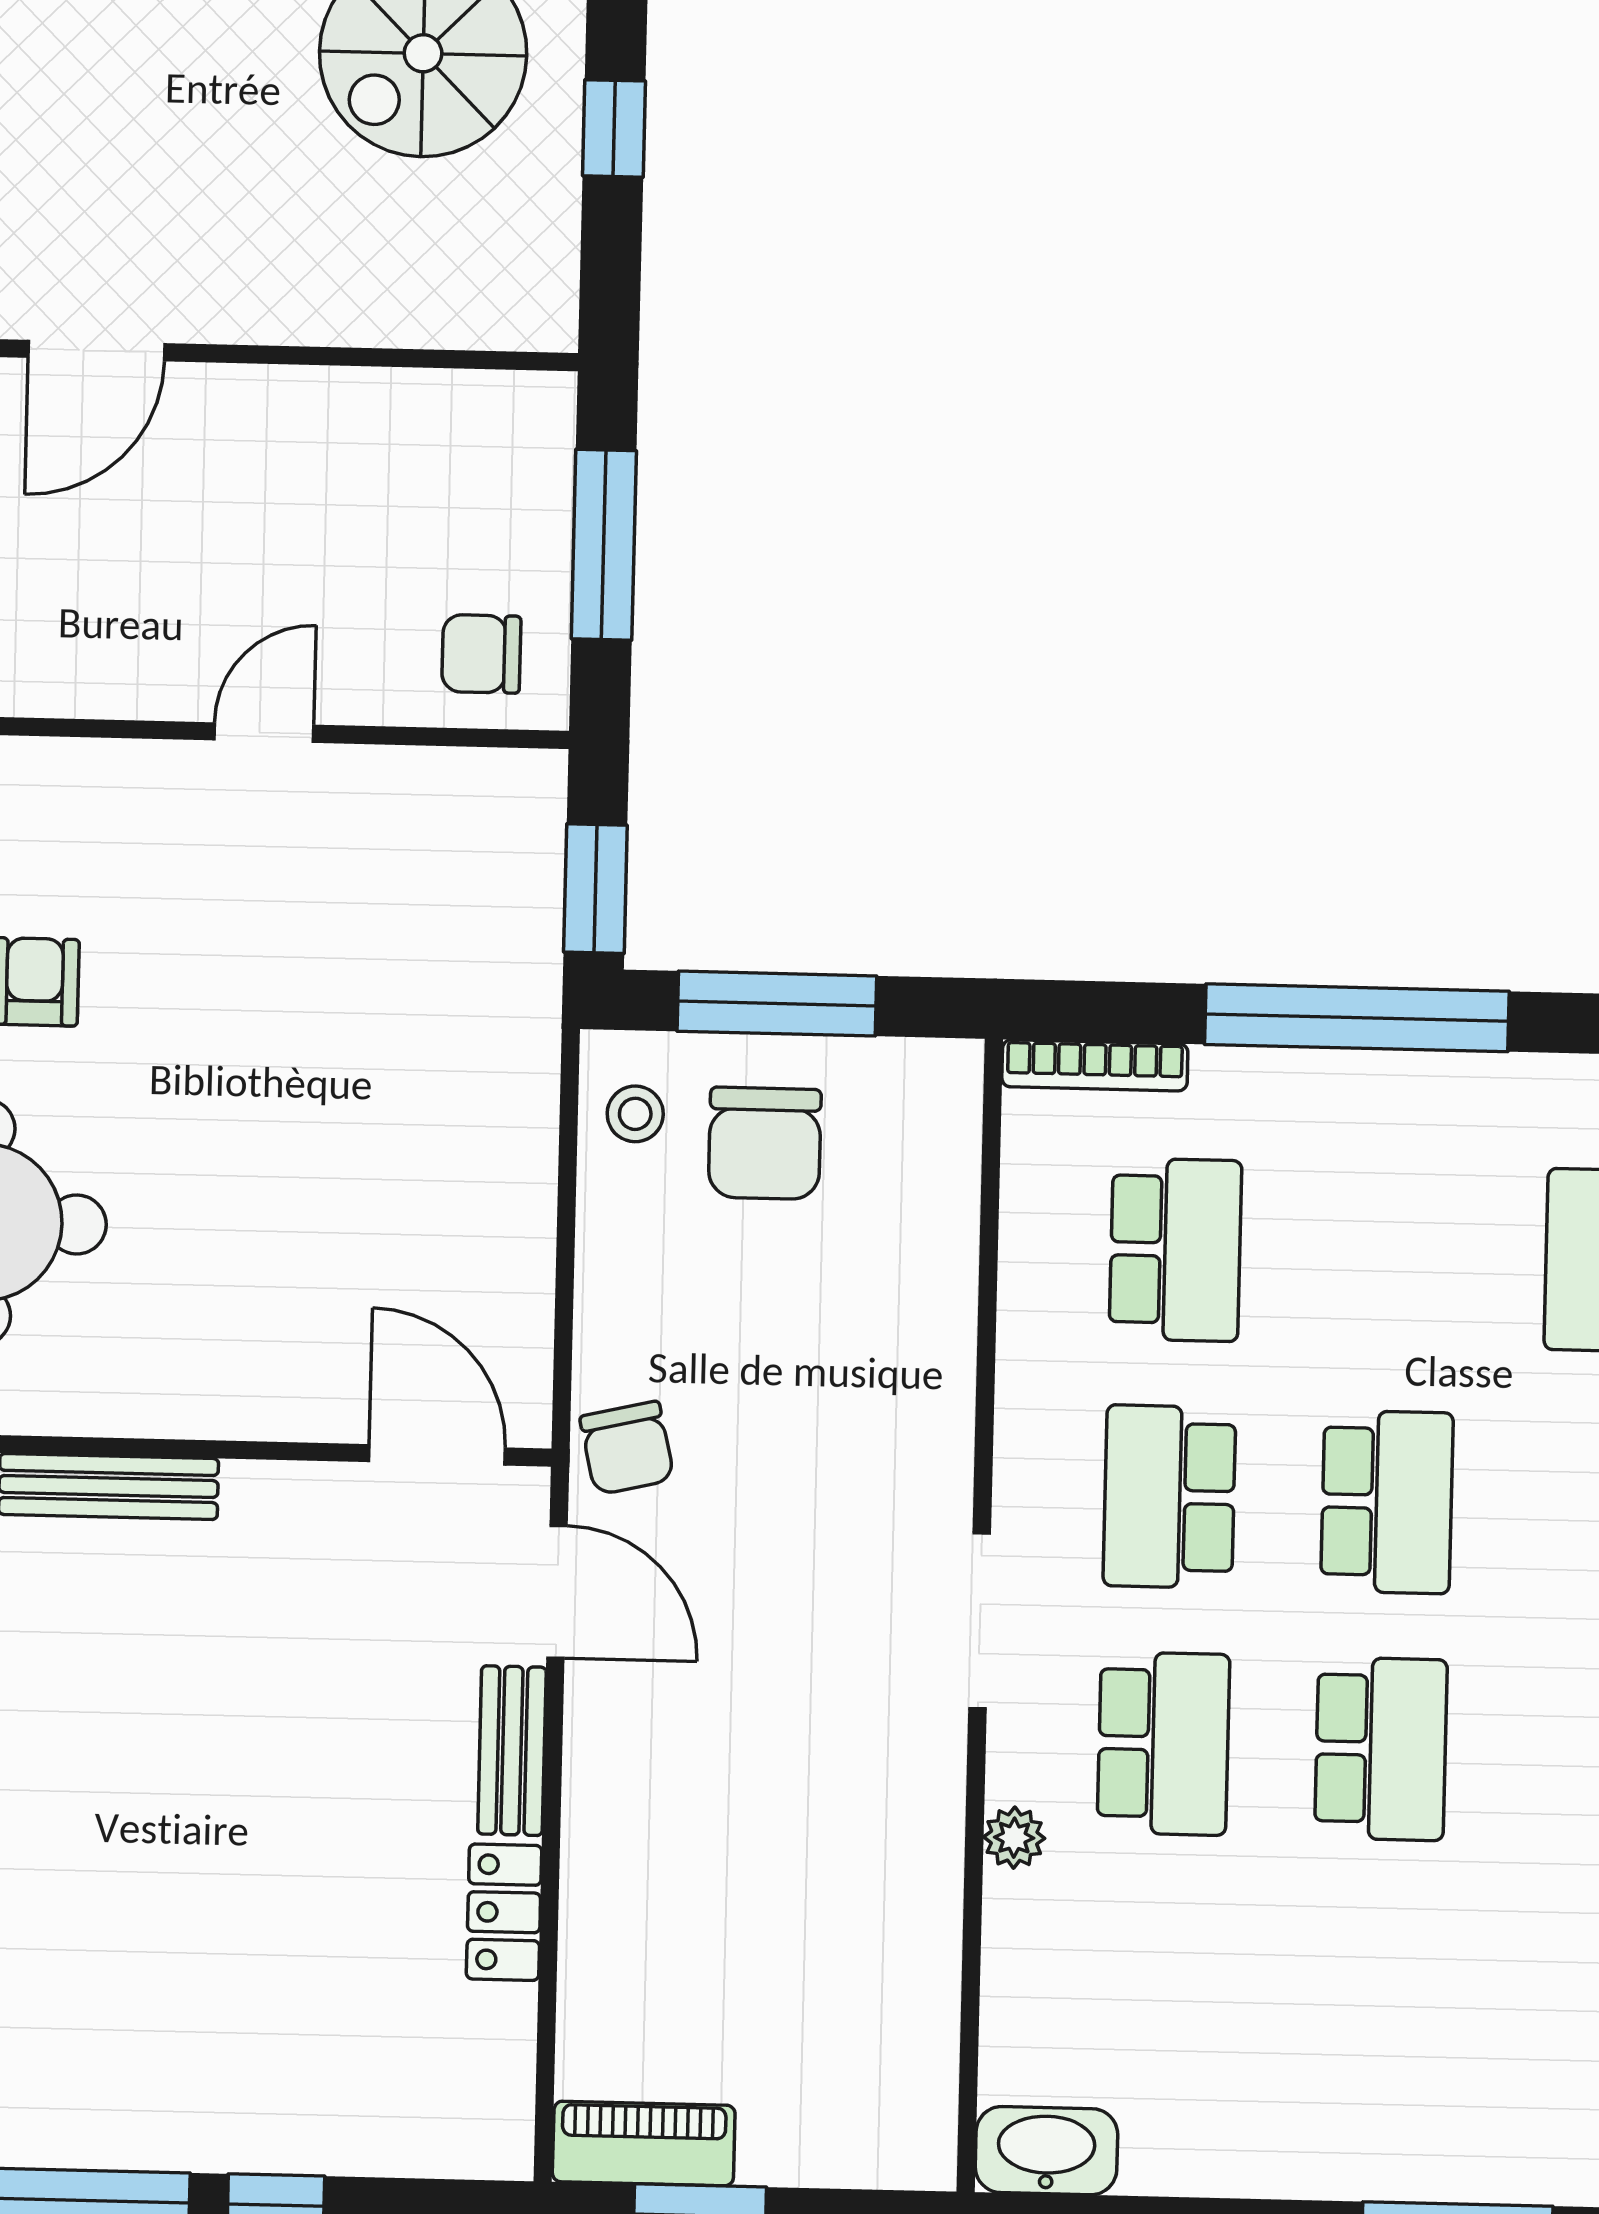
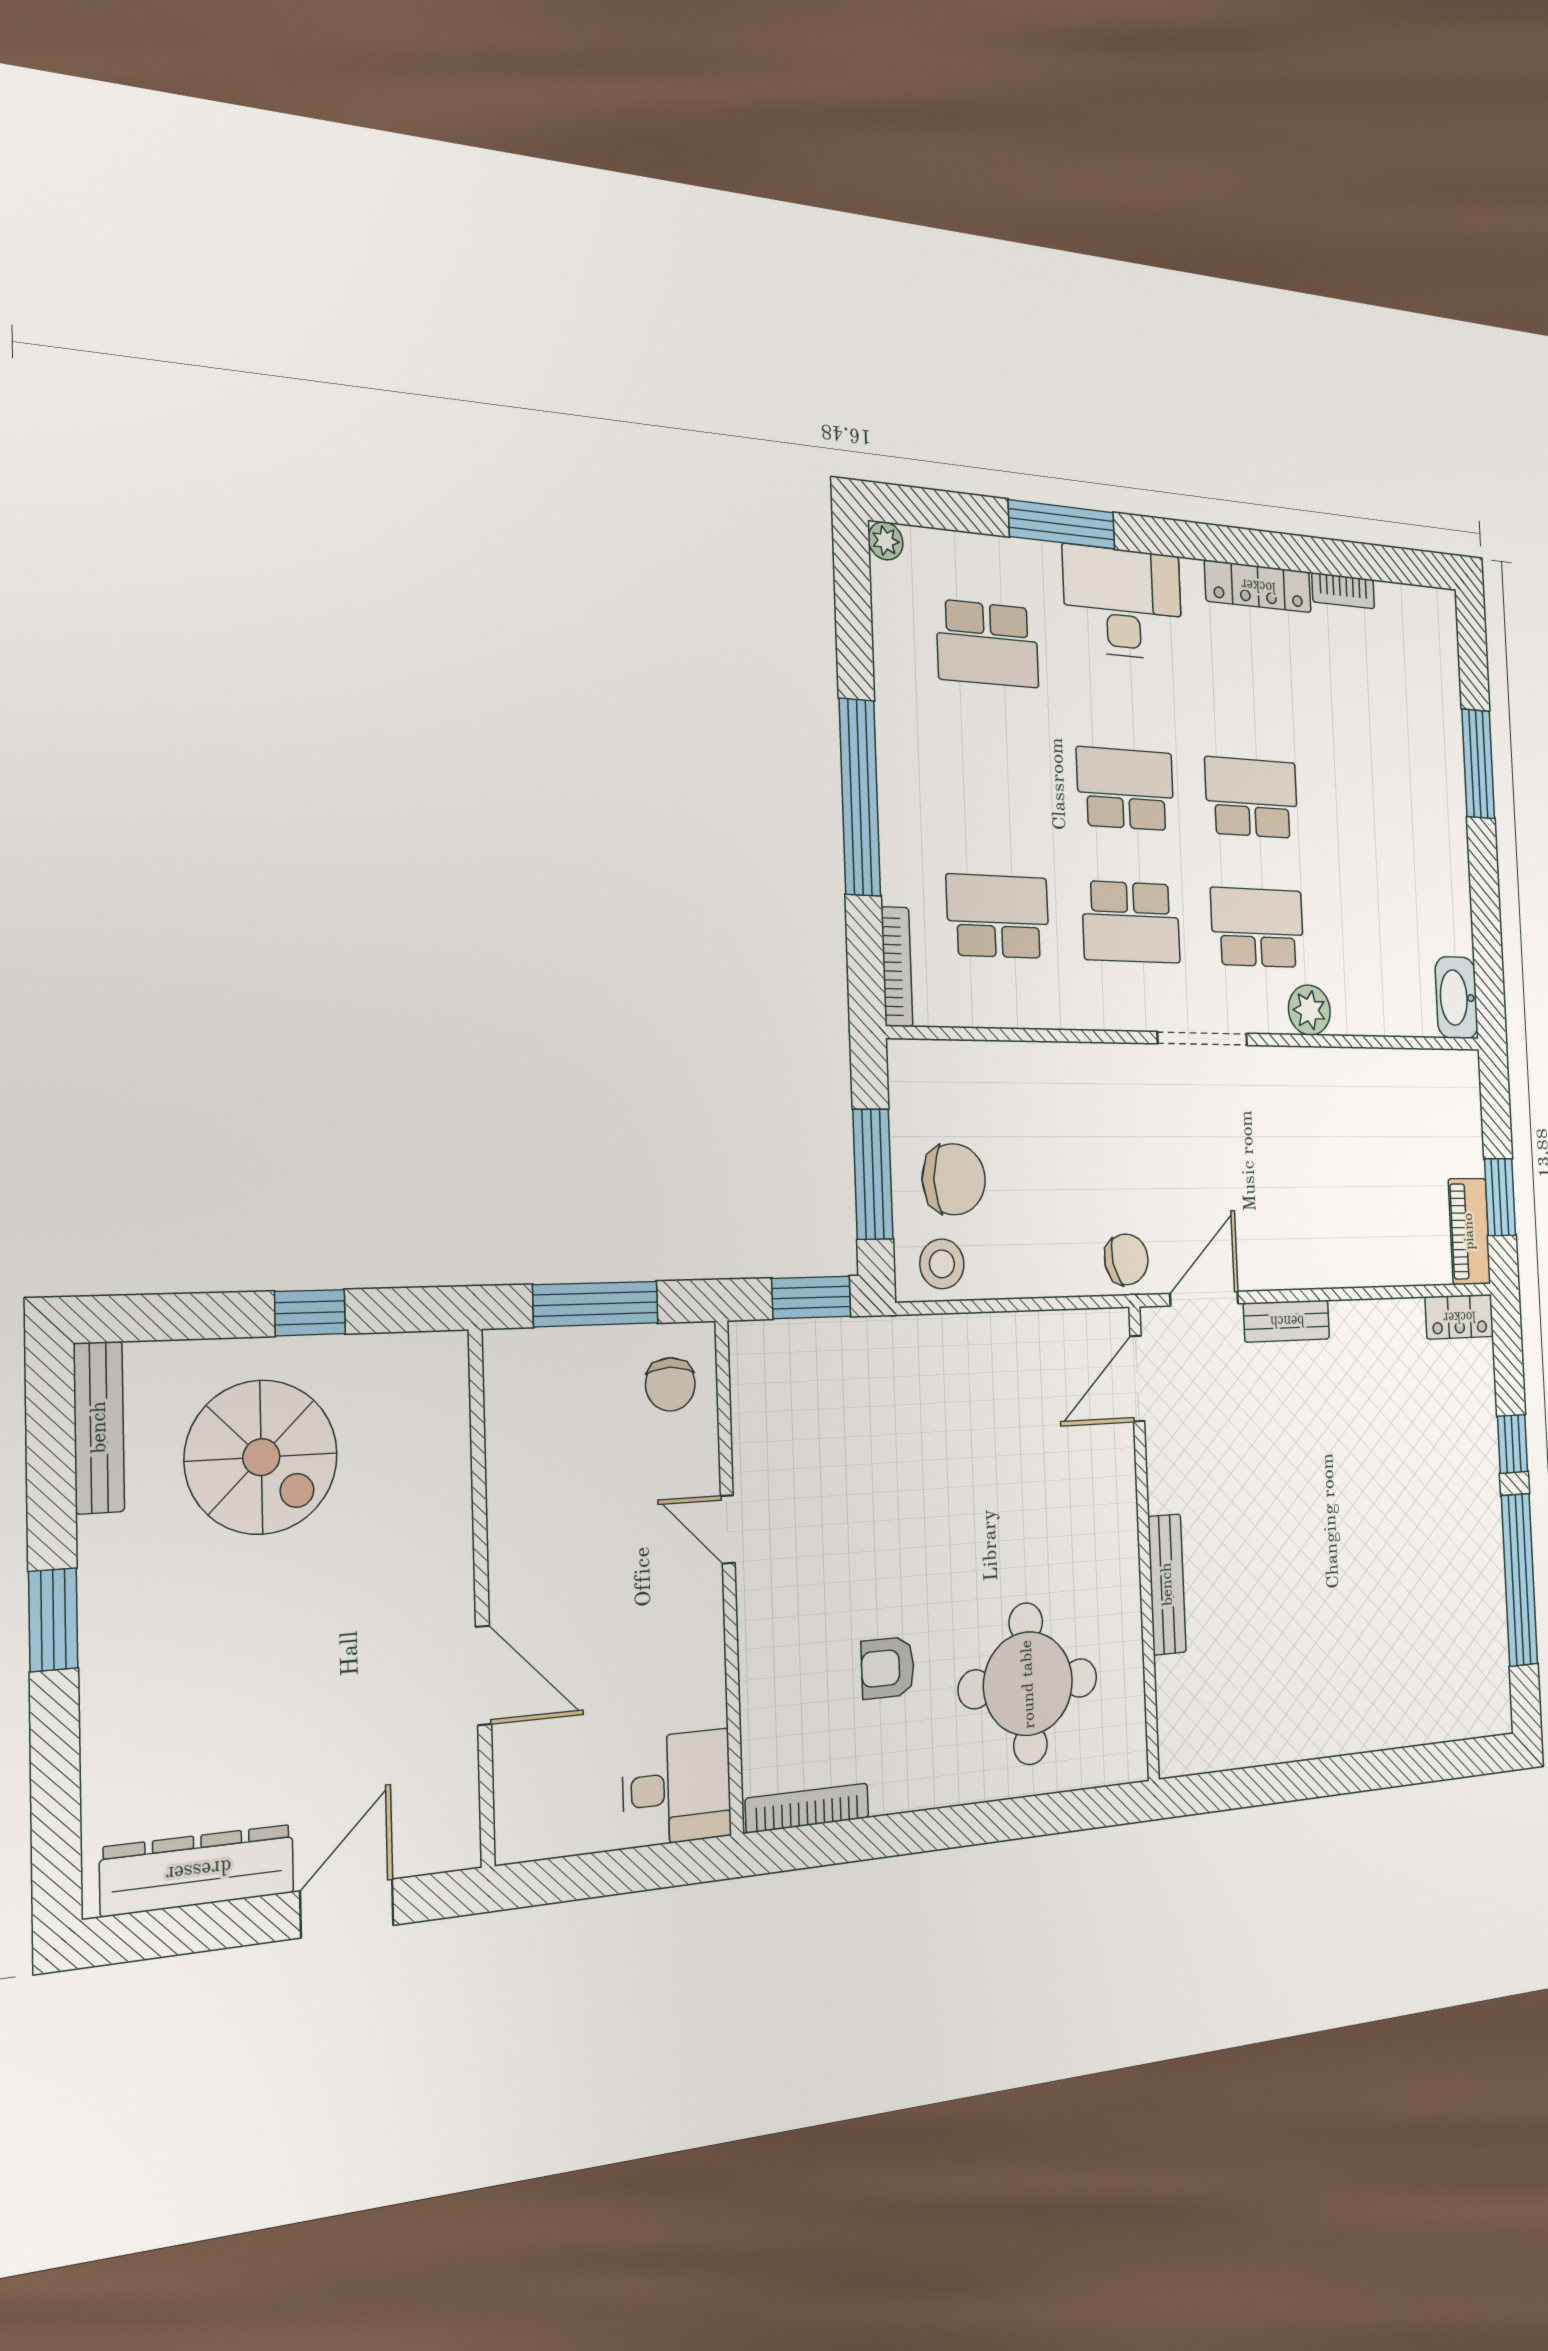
stool: (635, 1114) -> (942, 1264), width x1.37, depth x1.37
plant: (1014, 1838) -> (1309, 1010), width x1.38, depth x1.38
locker: (504, 1912) -> (1459, 1317), moved

